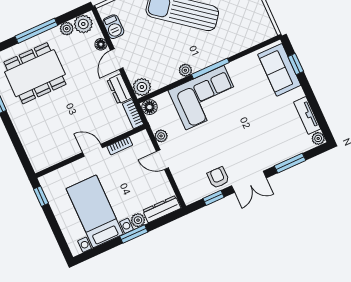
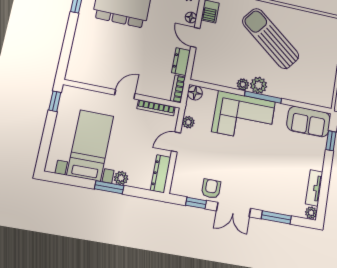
door: (117, 59) -> (195, 37), hinge flipped
sofa: (279, 70) -> (309, 122), moved, turned -90
plant: (142, 87) -> (259, 85), moved
bookcase: (120, 146) -> (156, 108), width x1.56
door: (92, 150) -> (125, 94), hinge flipped
door: (162, 160) -> (176, 142), hinge flipped
dresser: (162, 209) -> (161, 174), moved, turned -90

